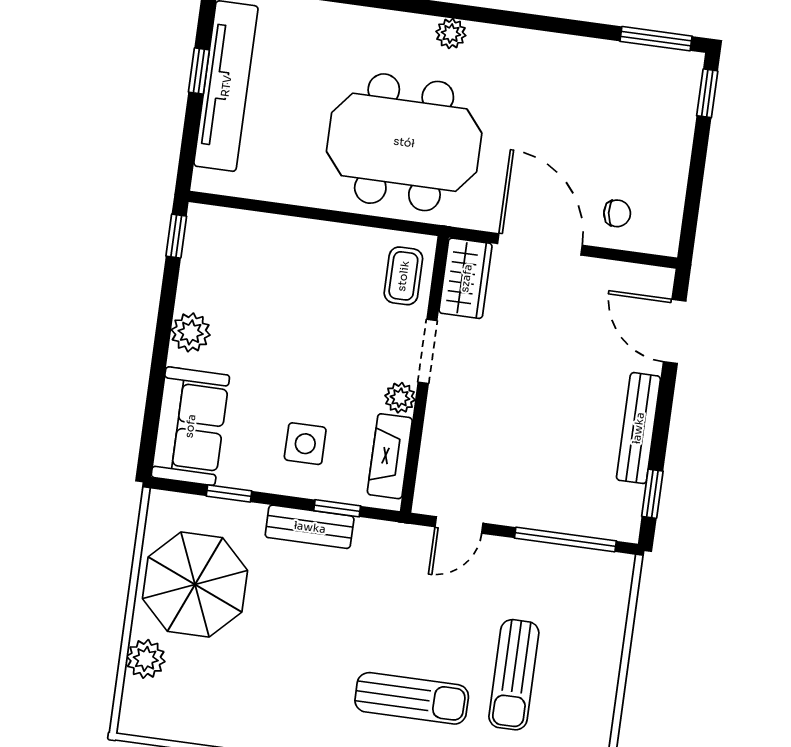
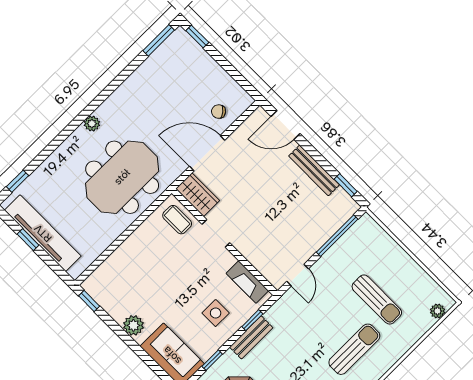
chair: (617, 213) -> (219, 112), turned -123
plant: (400, 398) -> (226, 259), removed

